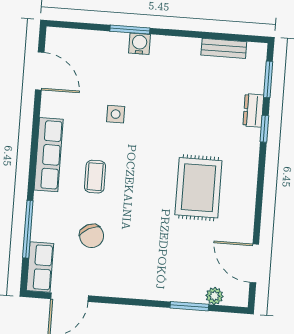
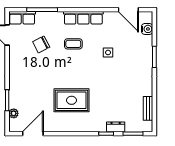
water cooler: (140, 44) -> (147, 29), moved
door: (40, 71) -> (128, 10), hinge flipped

